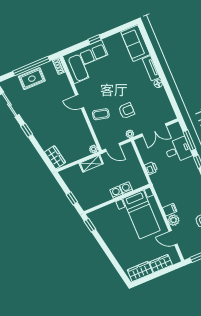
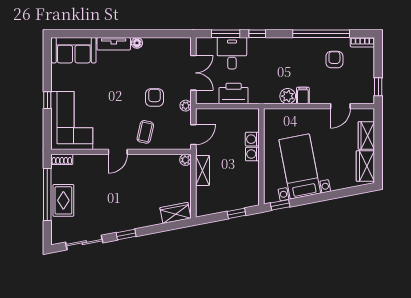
printer: (151, 168) -> (234, 94), width x1.87, depth x1.48
bed with nightstands: (141, 215) -> (300, 166), moved, turned -101
plant: (174, 220) -> (288, 96), moved

